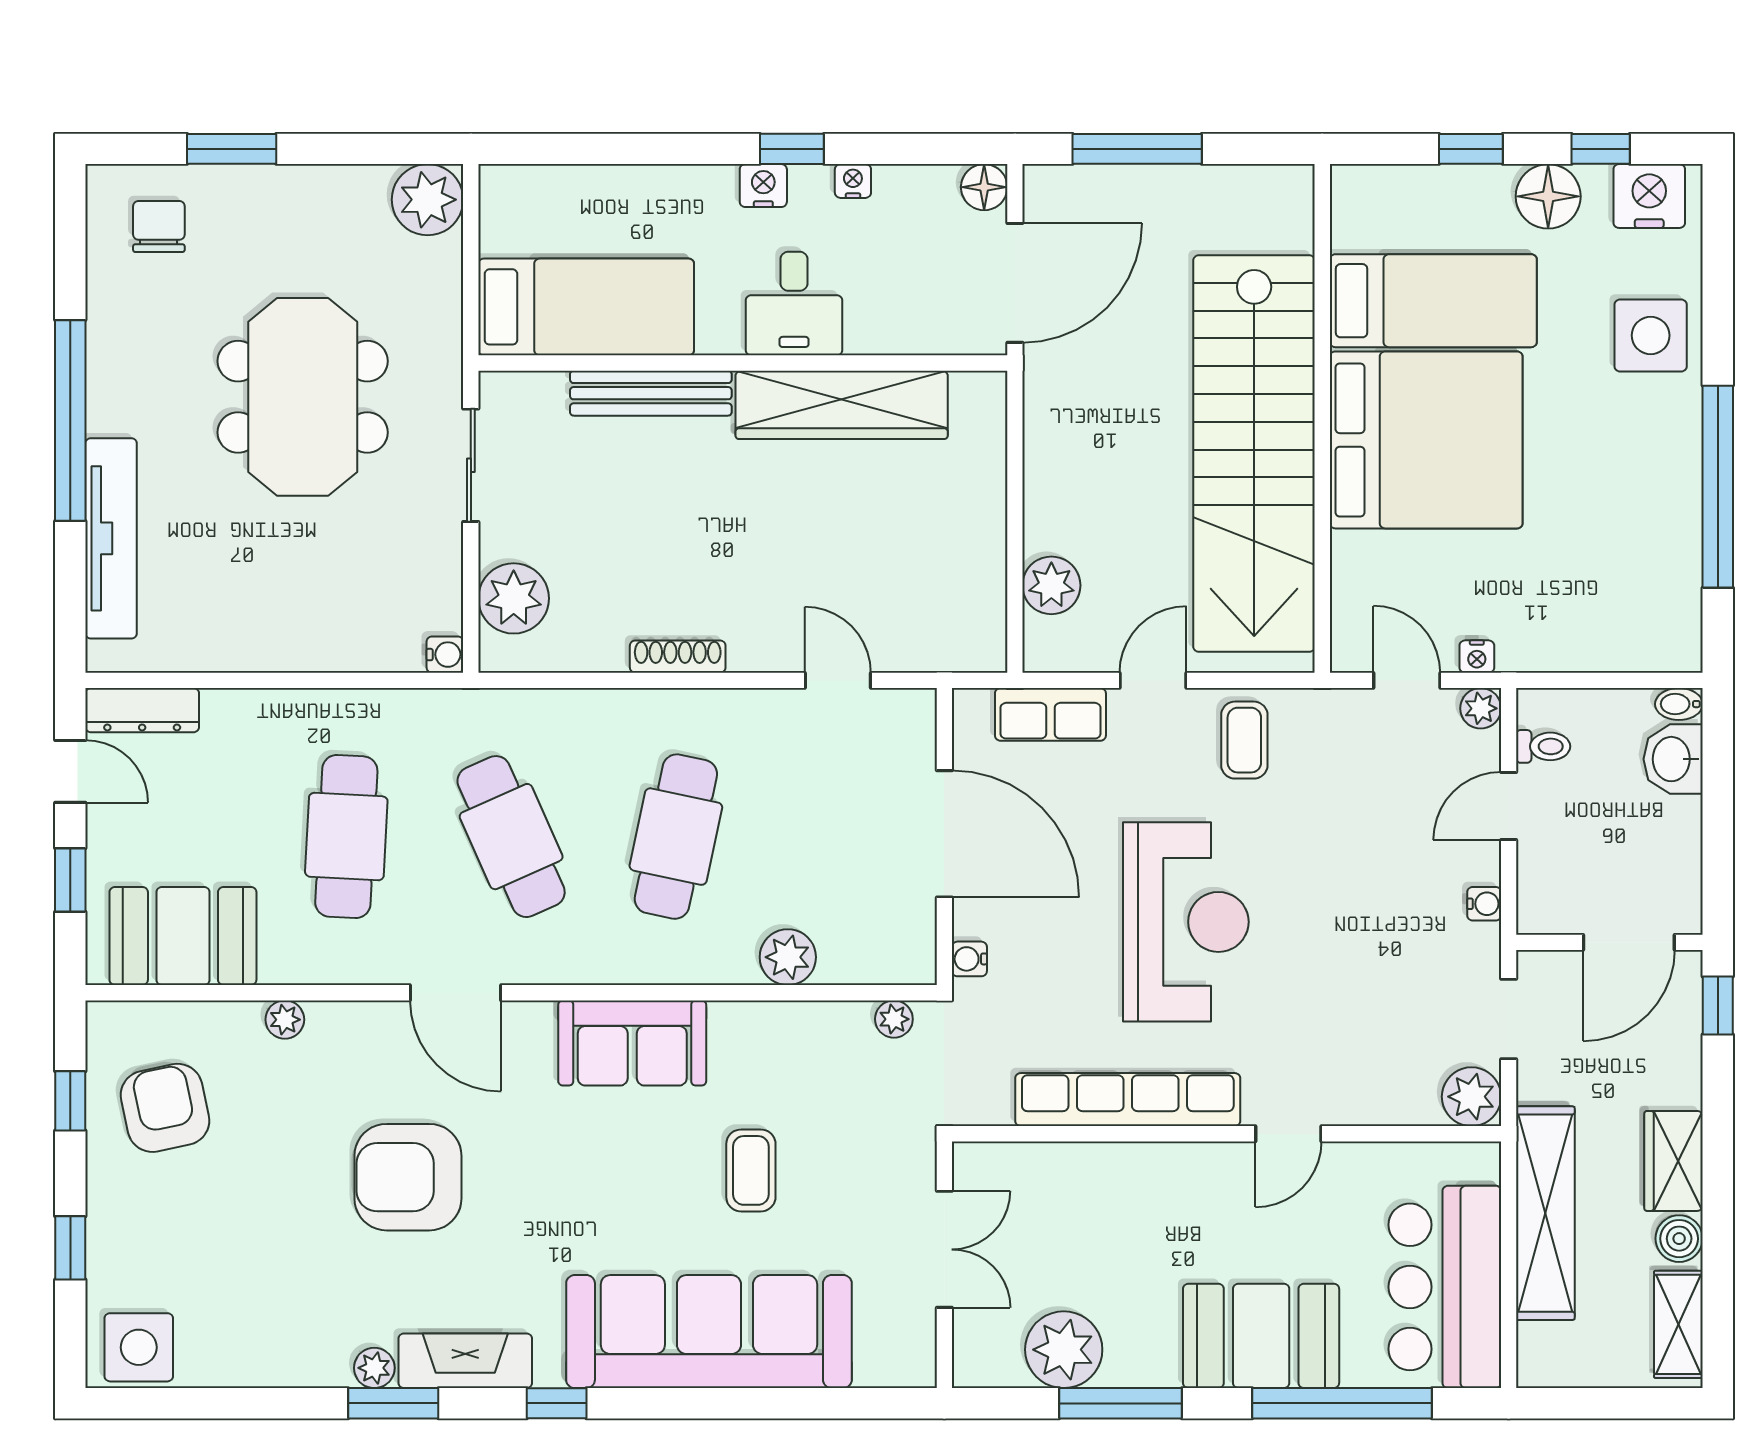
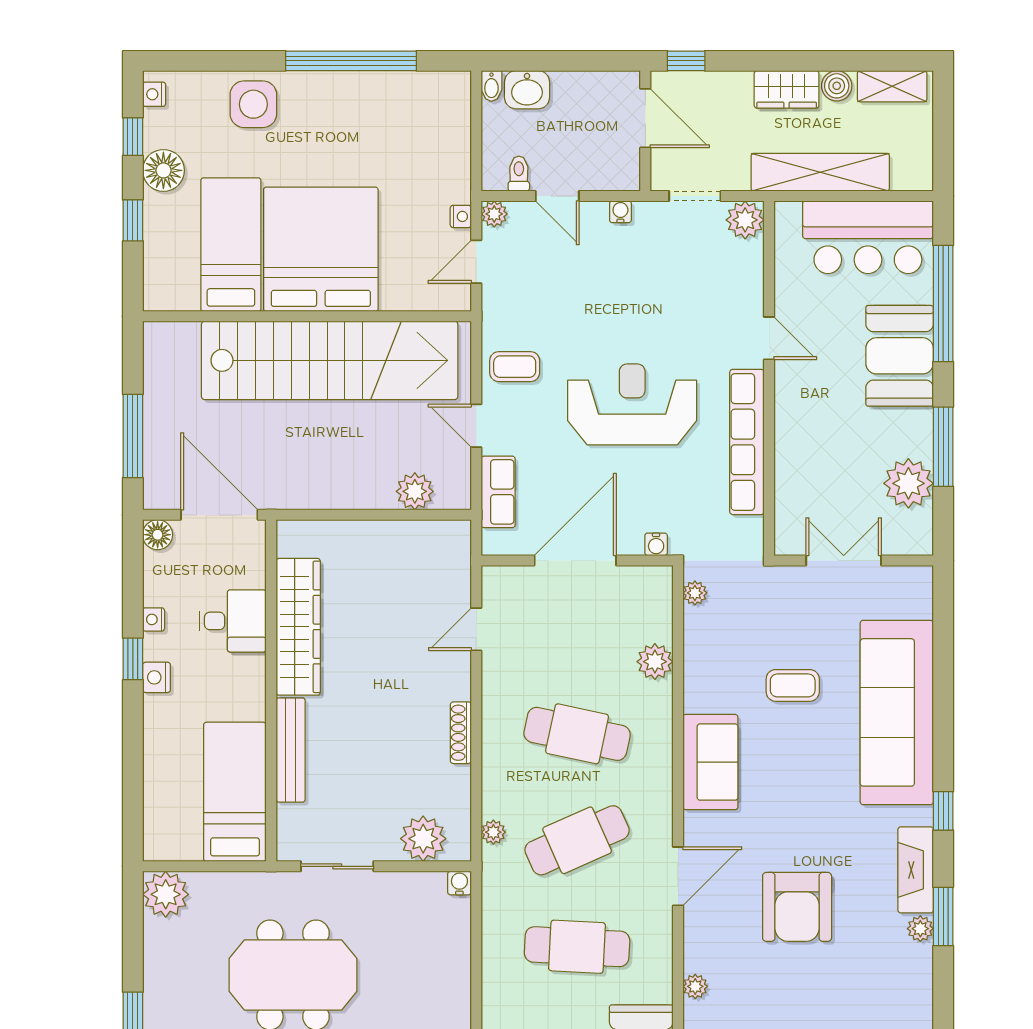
nightstand: (1649, 196) -> (154, 94), width x0.53, depth x0.56
desk: (794, 303) -> (233, 621), moved
plant: (524, 707) -> (493, 832), added

